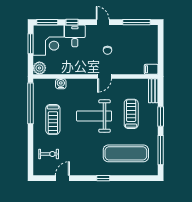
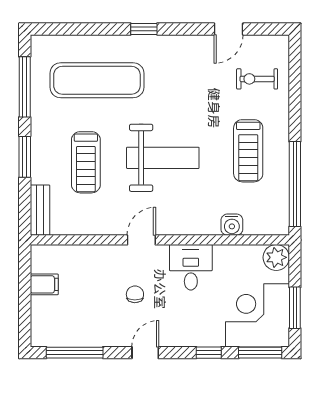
door: (103, 22) -> (145, 353), swing flipped
desk: (75, 36) -> (191, 267), moved, turned 180
filing cabinet: (151, 69) -> (44, 284), moved
treadmill: (53, 119) -> (248, 151), turned 180

